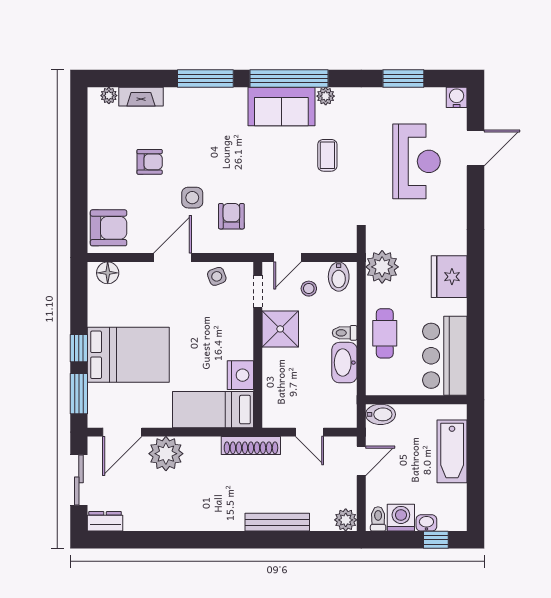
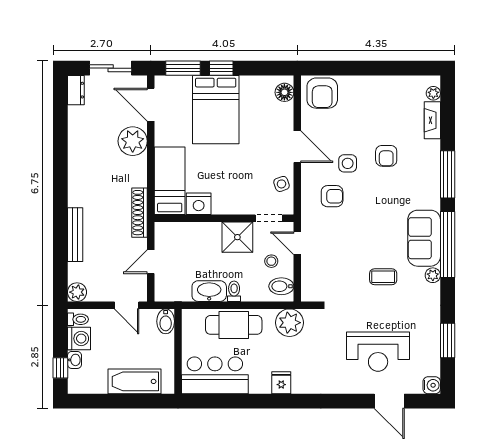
armchair: (150, 162) -> (386, 156), moved
fridge: (449, 277) -> (281, 383), width x0.53, depth x0.75
cafe table: (385, 333) -> (234, 325), width x1.37, depth x1.35

